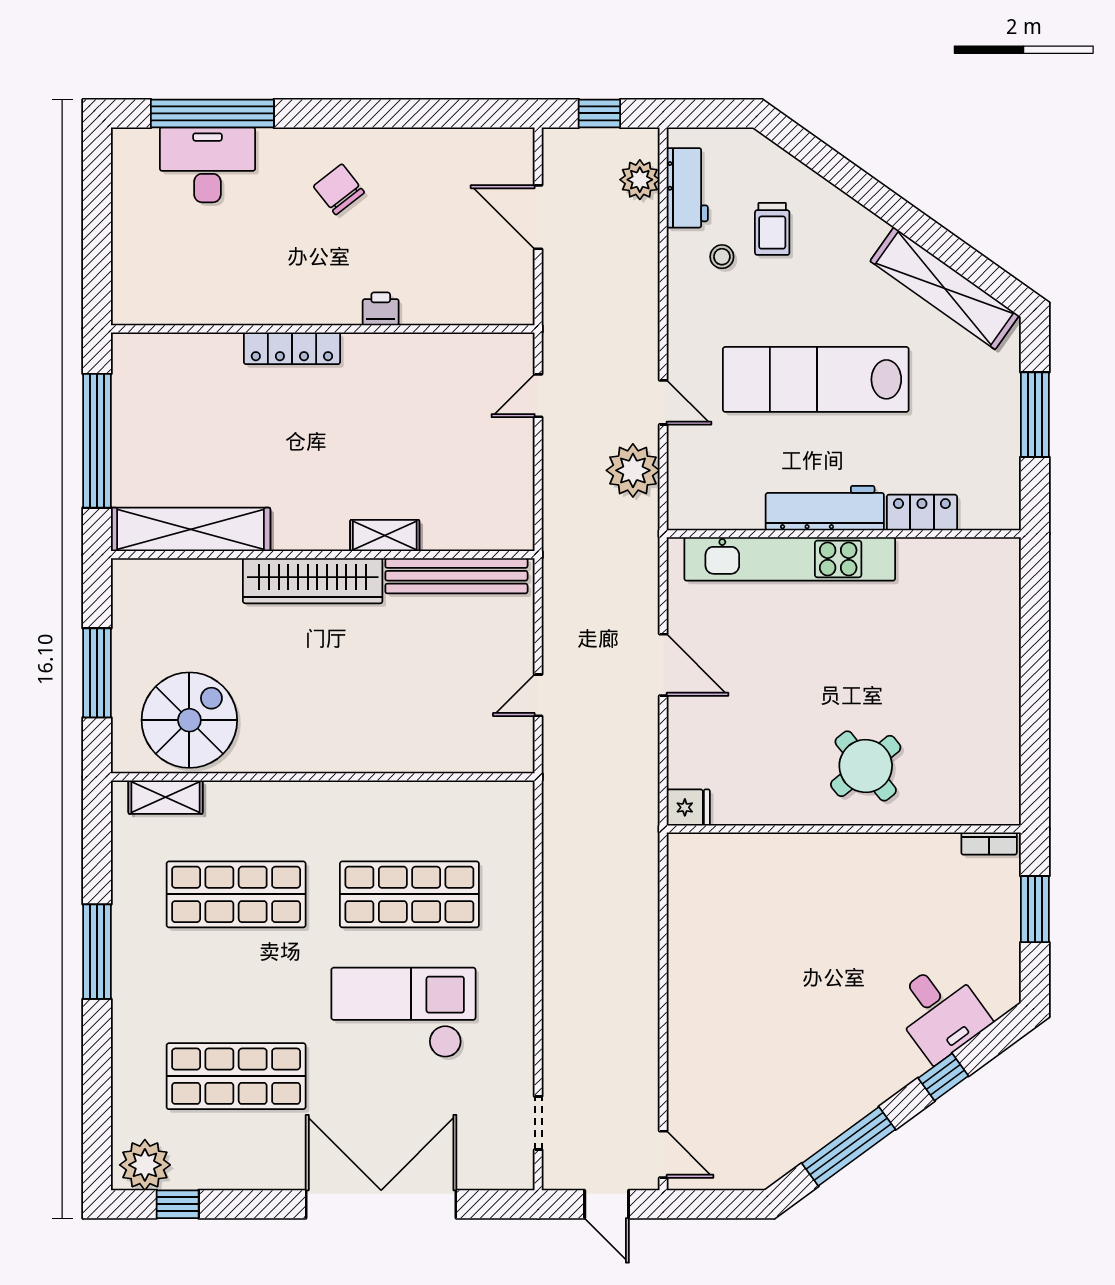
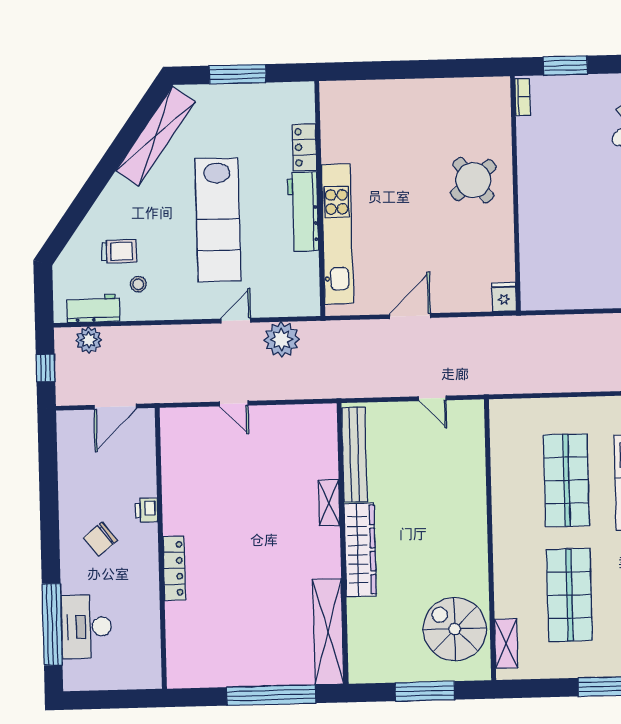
printer: (381, 309) -> (147, 510), moved
wall: (323, 329) -> (161, 548), moved
locker: (292, 348) -> (174, 568), moved

